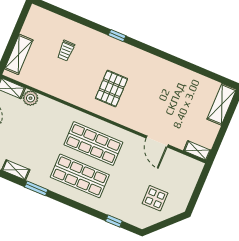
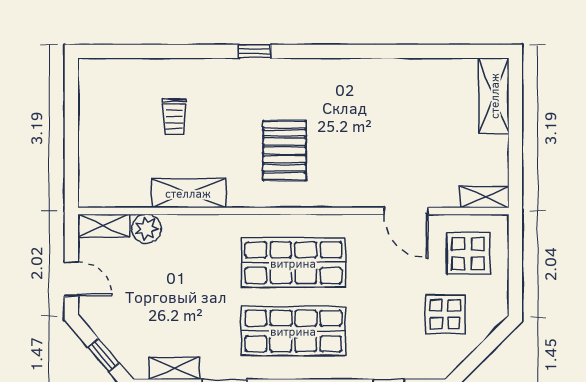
shelving: (19, 54) -> (188, 193), moved, turned 90
display table: (178, 174) -> (468, 254), added

